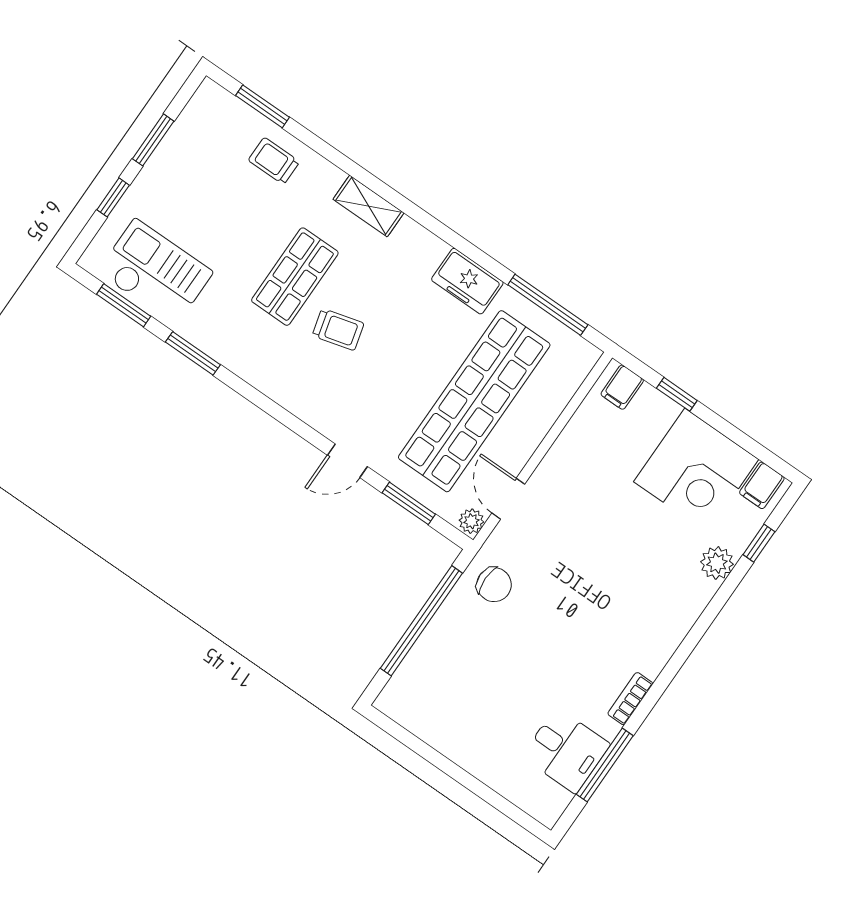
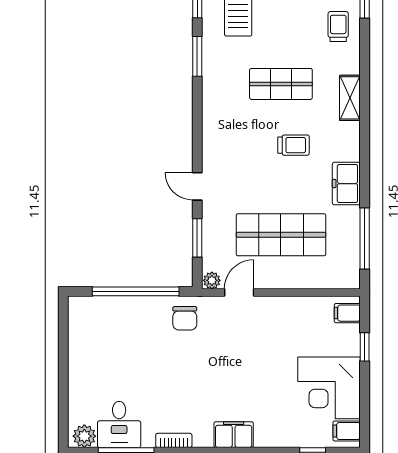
trolley: (338, 330) -> (294, 145), moved, turned -75
shop shelf: (474, 401) -> (281, 235), width x0.71
plant: (717, 563) -> (84, 436), moved
filing cabinet: (673, 623) -> (234, 435), added

